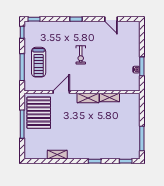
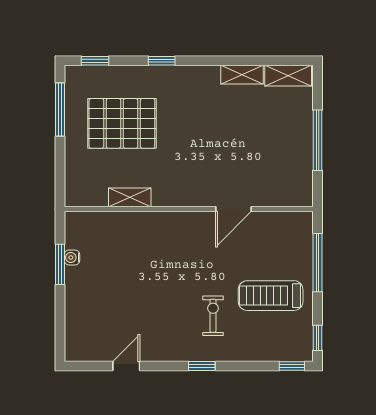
door: (111, 19) -> (126, 366), hinge flipped
exercise bike: (81, 55) -> (213, 316), moved
treadmill: (39, 62) -> (271, 296), moved, turned -90
shelving: (88, 98) -> (288, 76), moved
pallet: (39, 113) -> (122, 123), moved, turned 90

